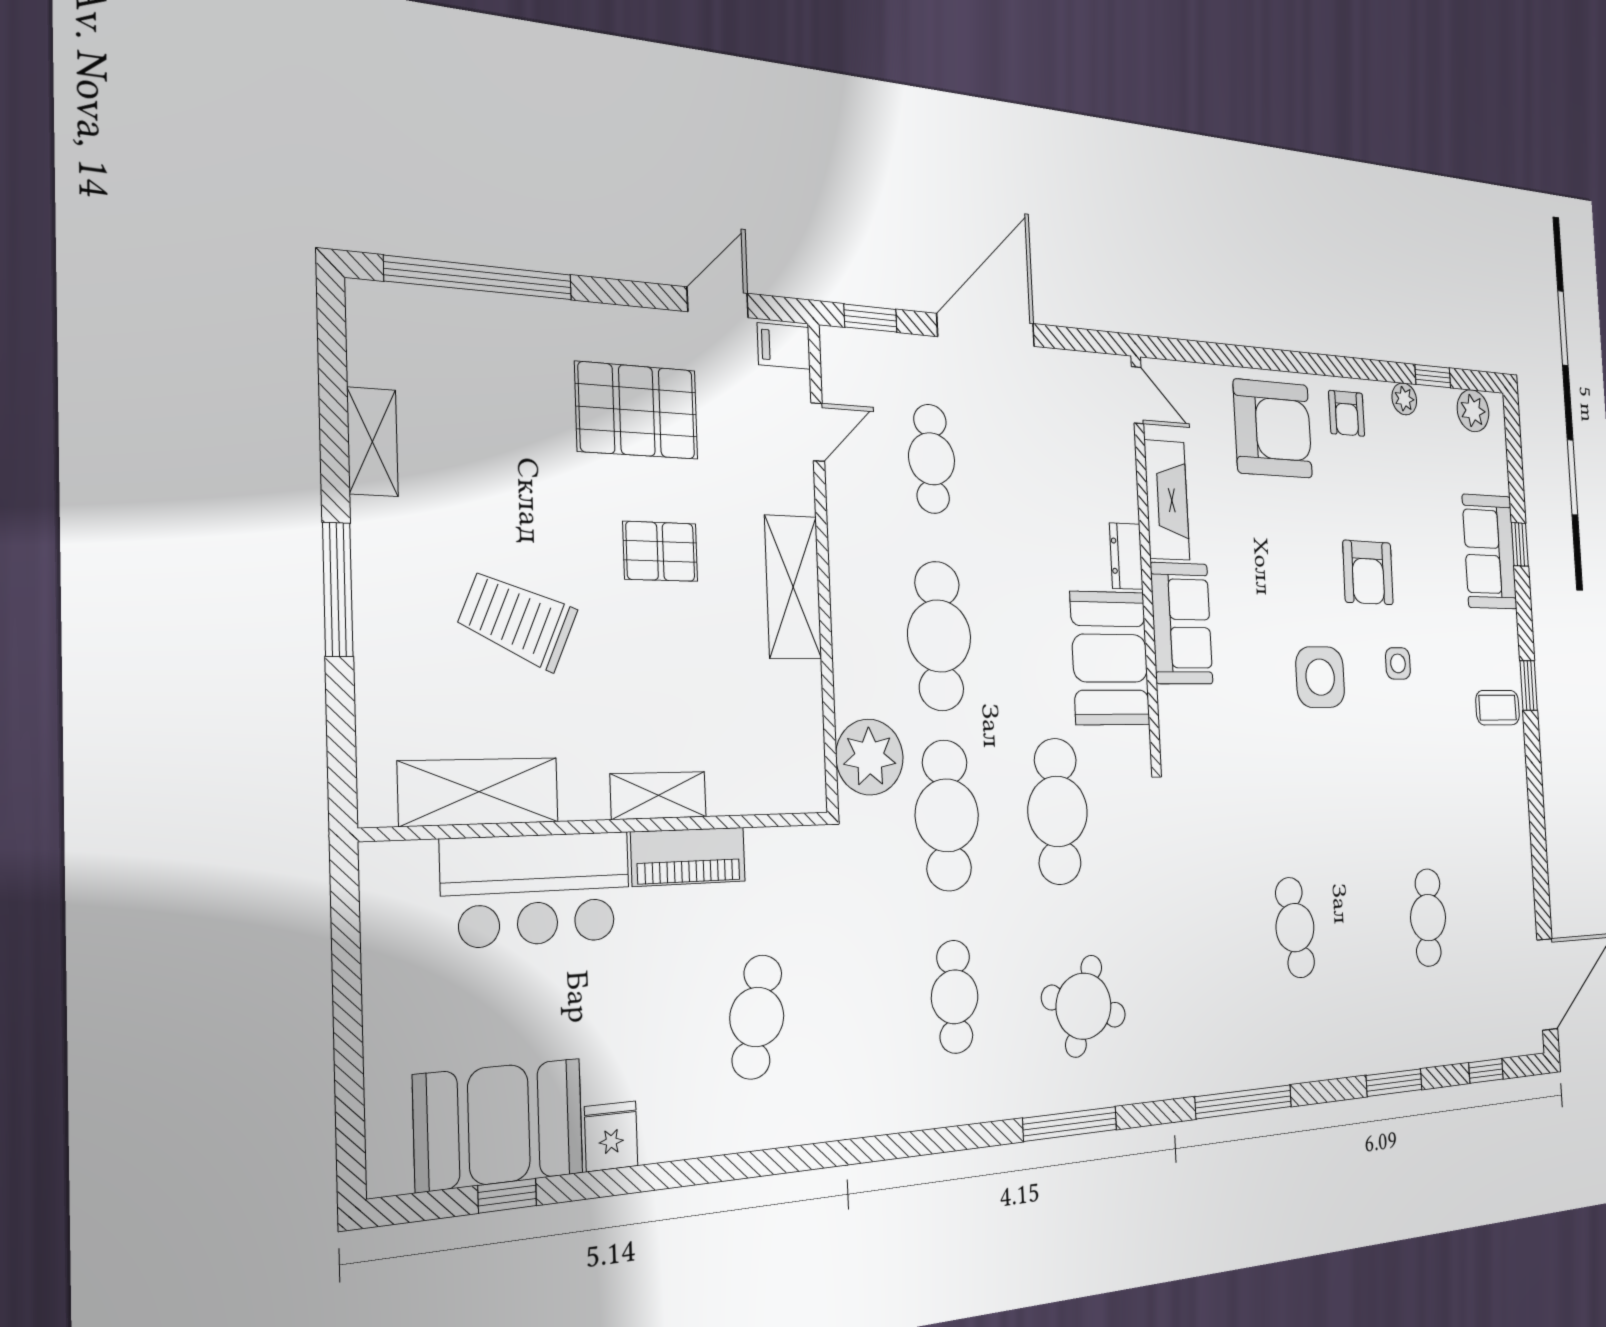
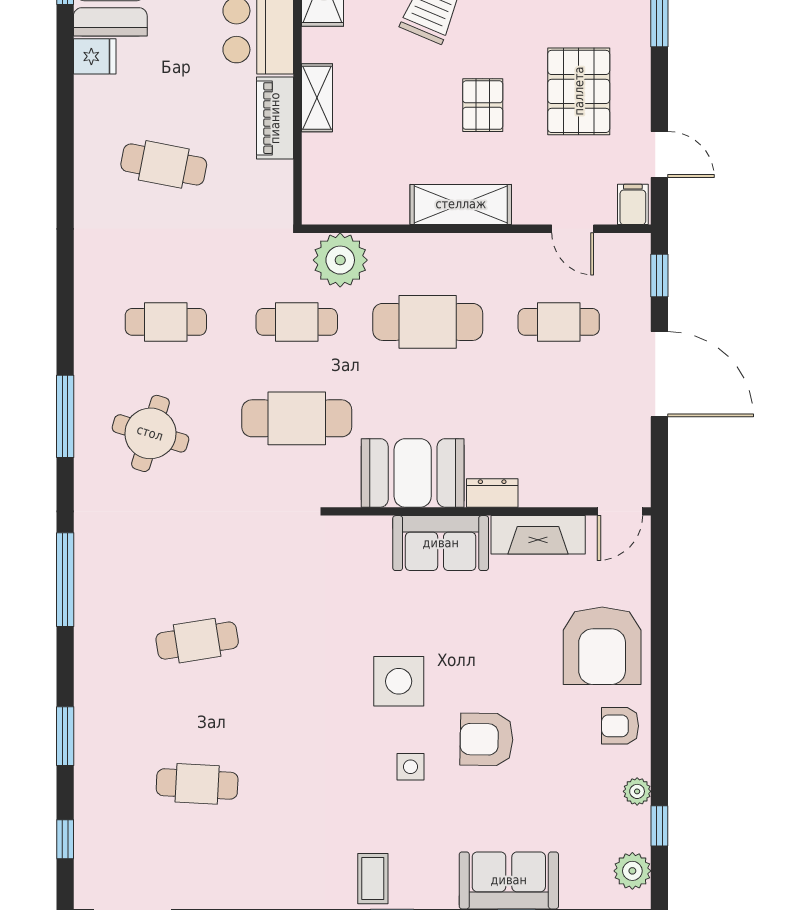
cafe table: (947, 815) -> (297, 322), width x0.73, depth x0.74

